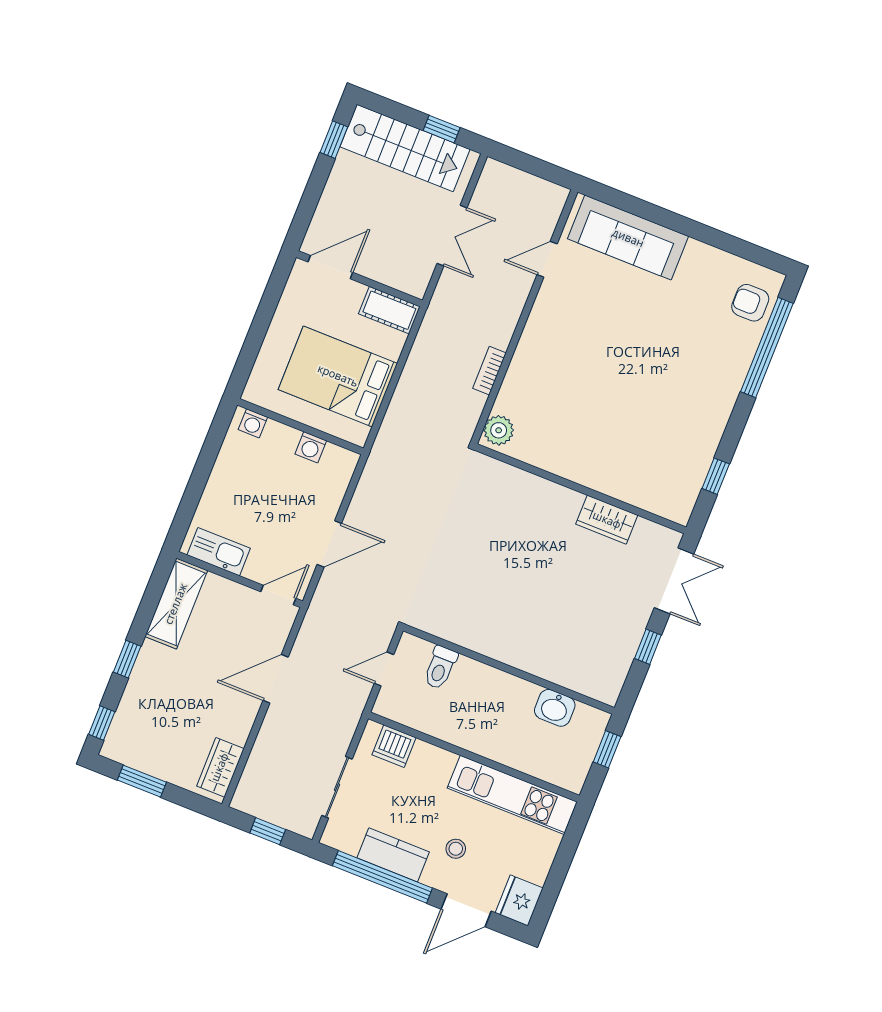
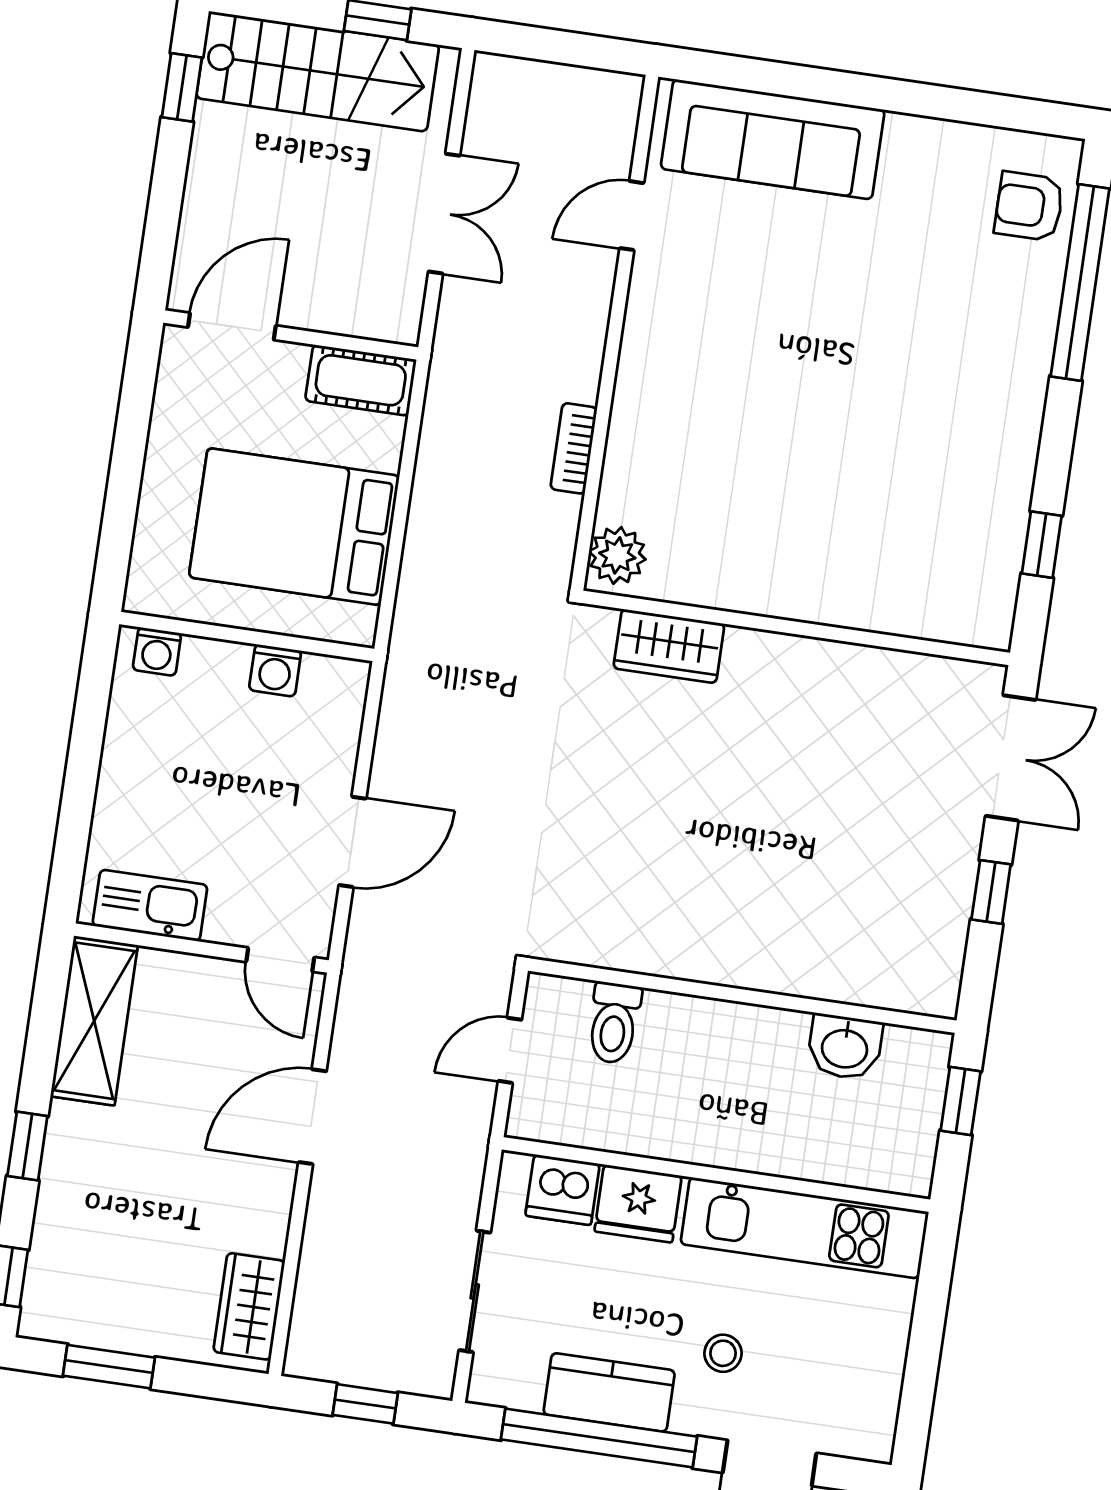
wardrobe: (607, 520) -> (669, 646), moved
door: (278, 595) -> (280, 960), swing flipped
fridge: (519, 900) -> (638, 1204), moved, turned -90

